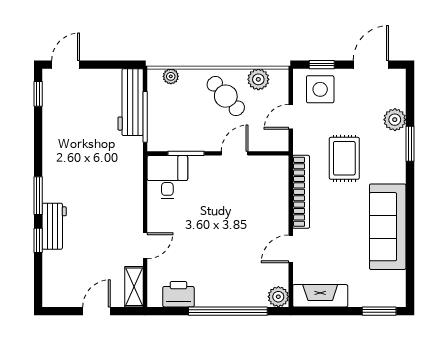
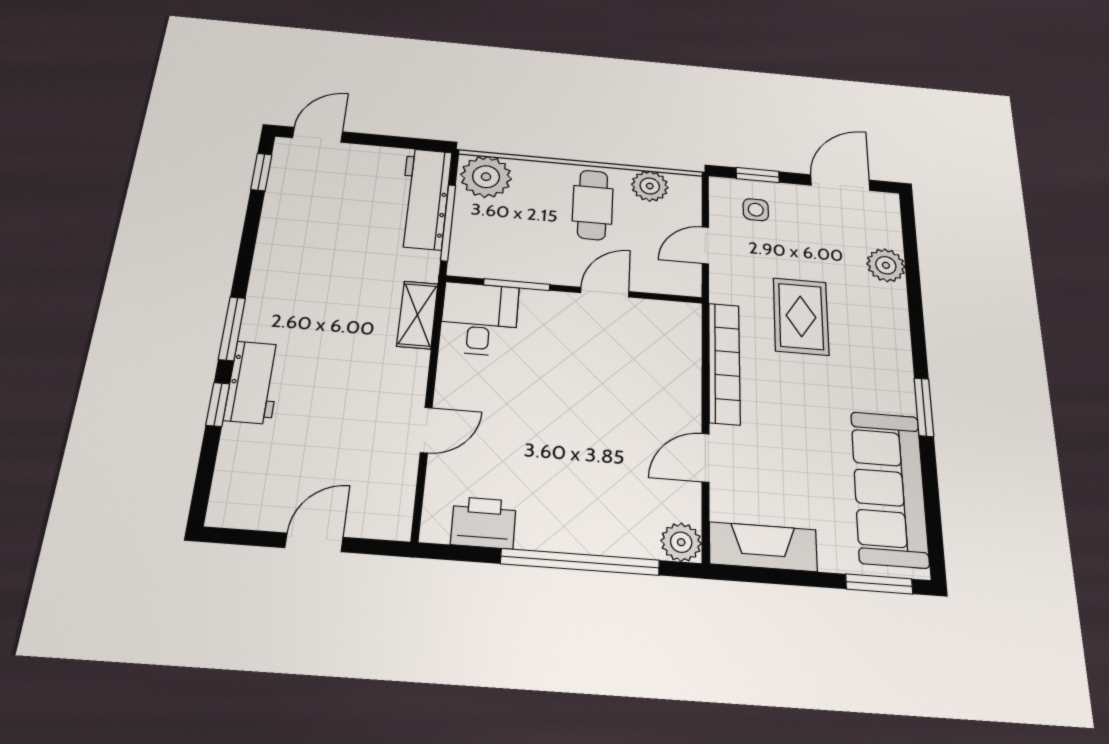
plant: (171, 76) -> (486, 177), width x1.88, depth x1.88
side table: (320, 89) -> (756, 210), width x0.54, depth x0.54
cafe table: (226, 96) -> (593, 205), turned 42
window: (410, 144) -> (924, 407), moved
sofa: (388, 227) -> (889, 488), moved
shelving: (134, 287) -> (417, 315), moved

